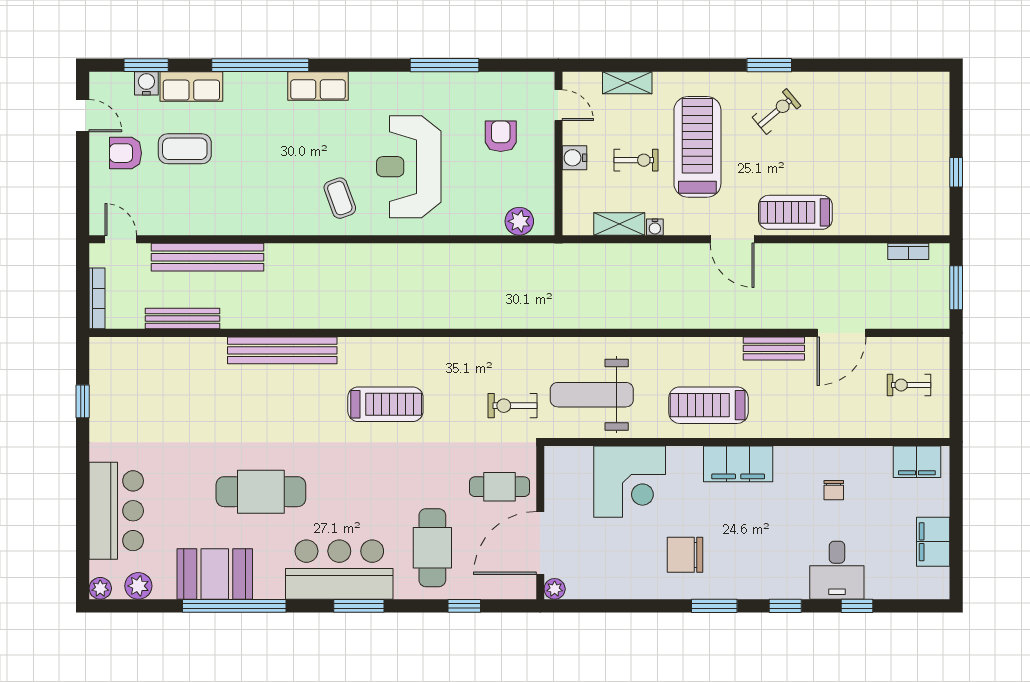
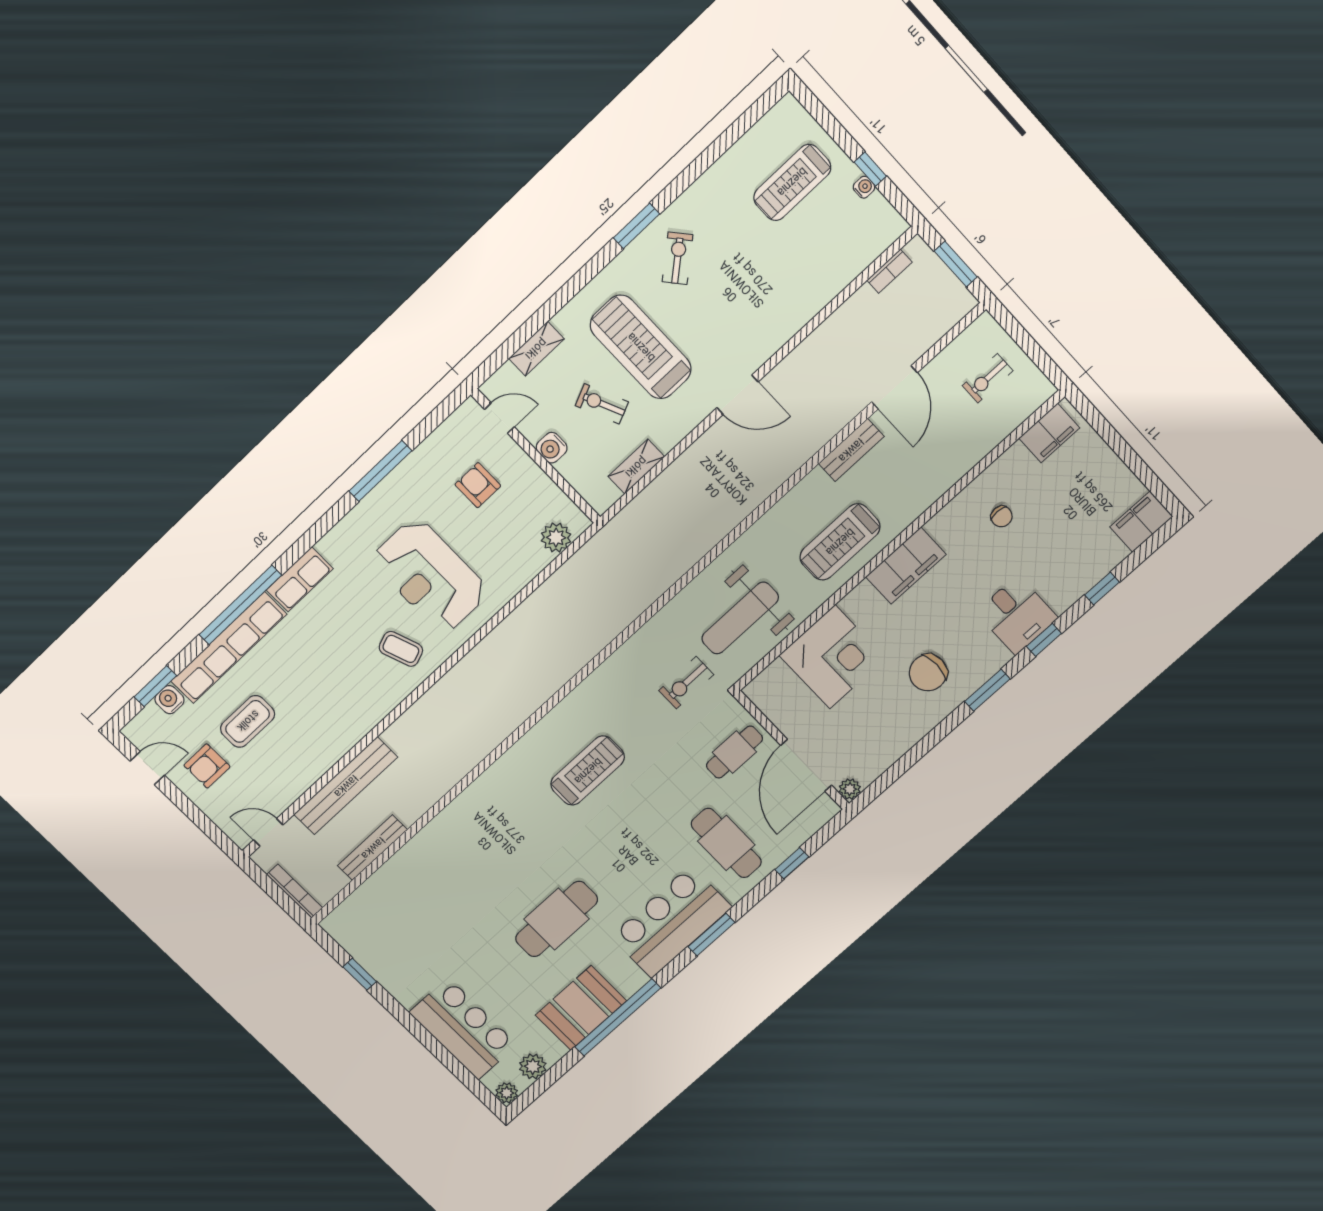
row of seats: (191, 87) -> (229, 648), width x2.02
exercise bike: (636, 160) -> (602, 404), turned -114
treadmill: (795, 212) -> (792, 182), moved
water cooler: (655, 227) -> (864, 187), moved, turned -90
bench: (282, 350) -> (470, 802), removed
filing cabinet: (933, 542) -> (1141, 522), moved, turned 90
desk: (837, 570) -> (1017, 615), moved

